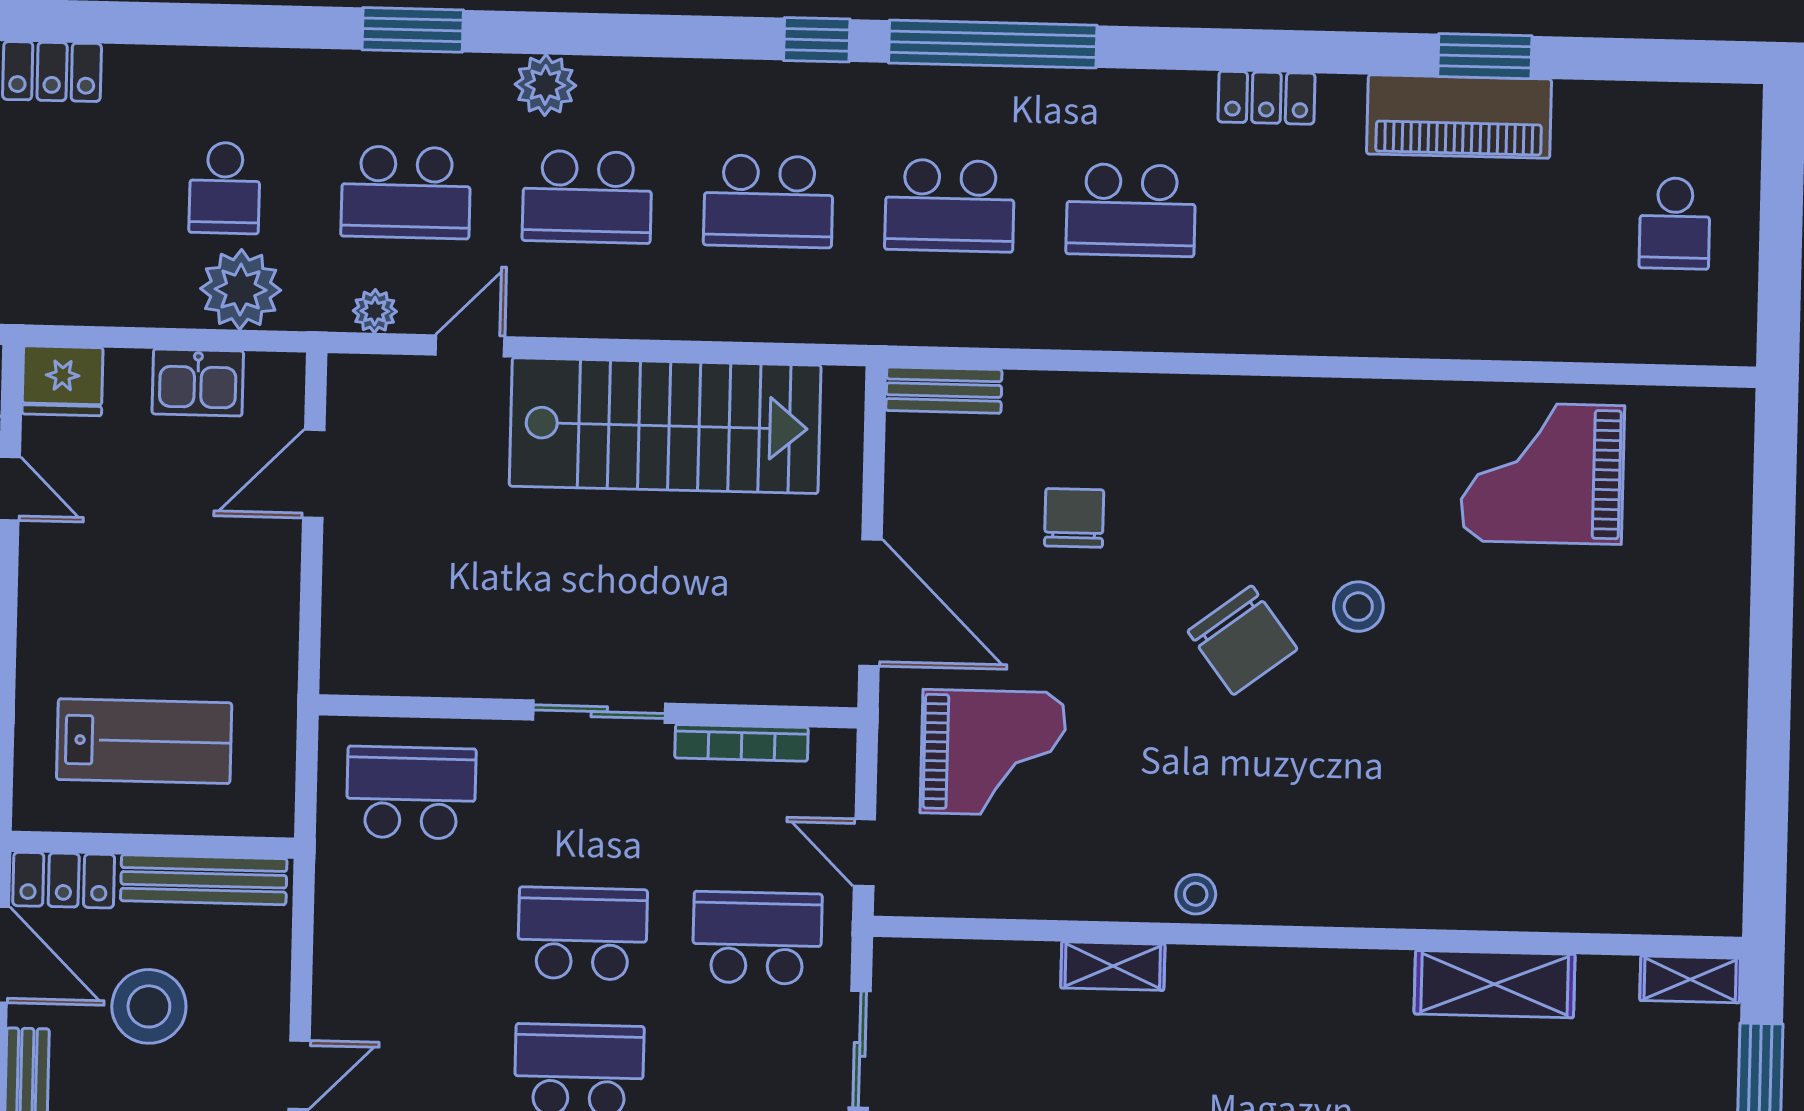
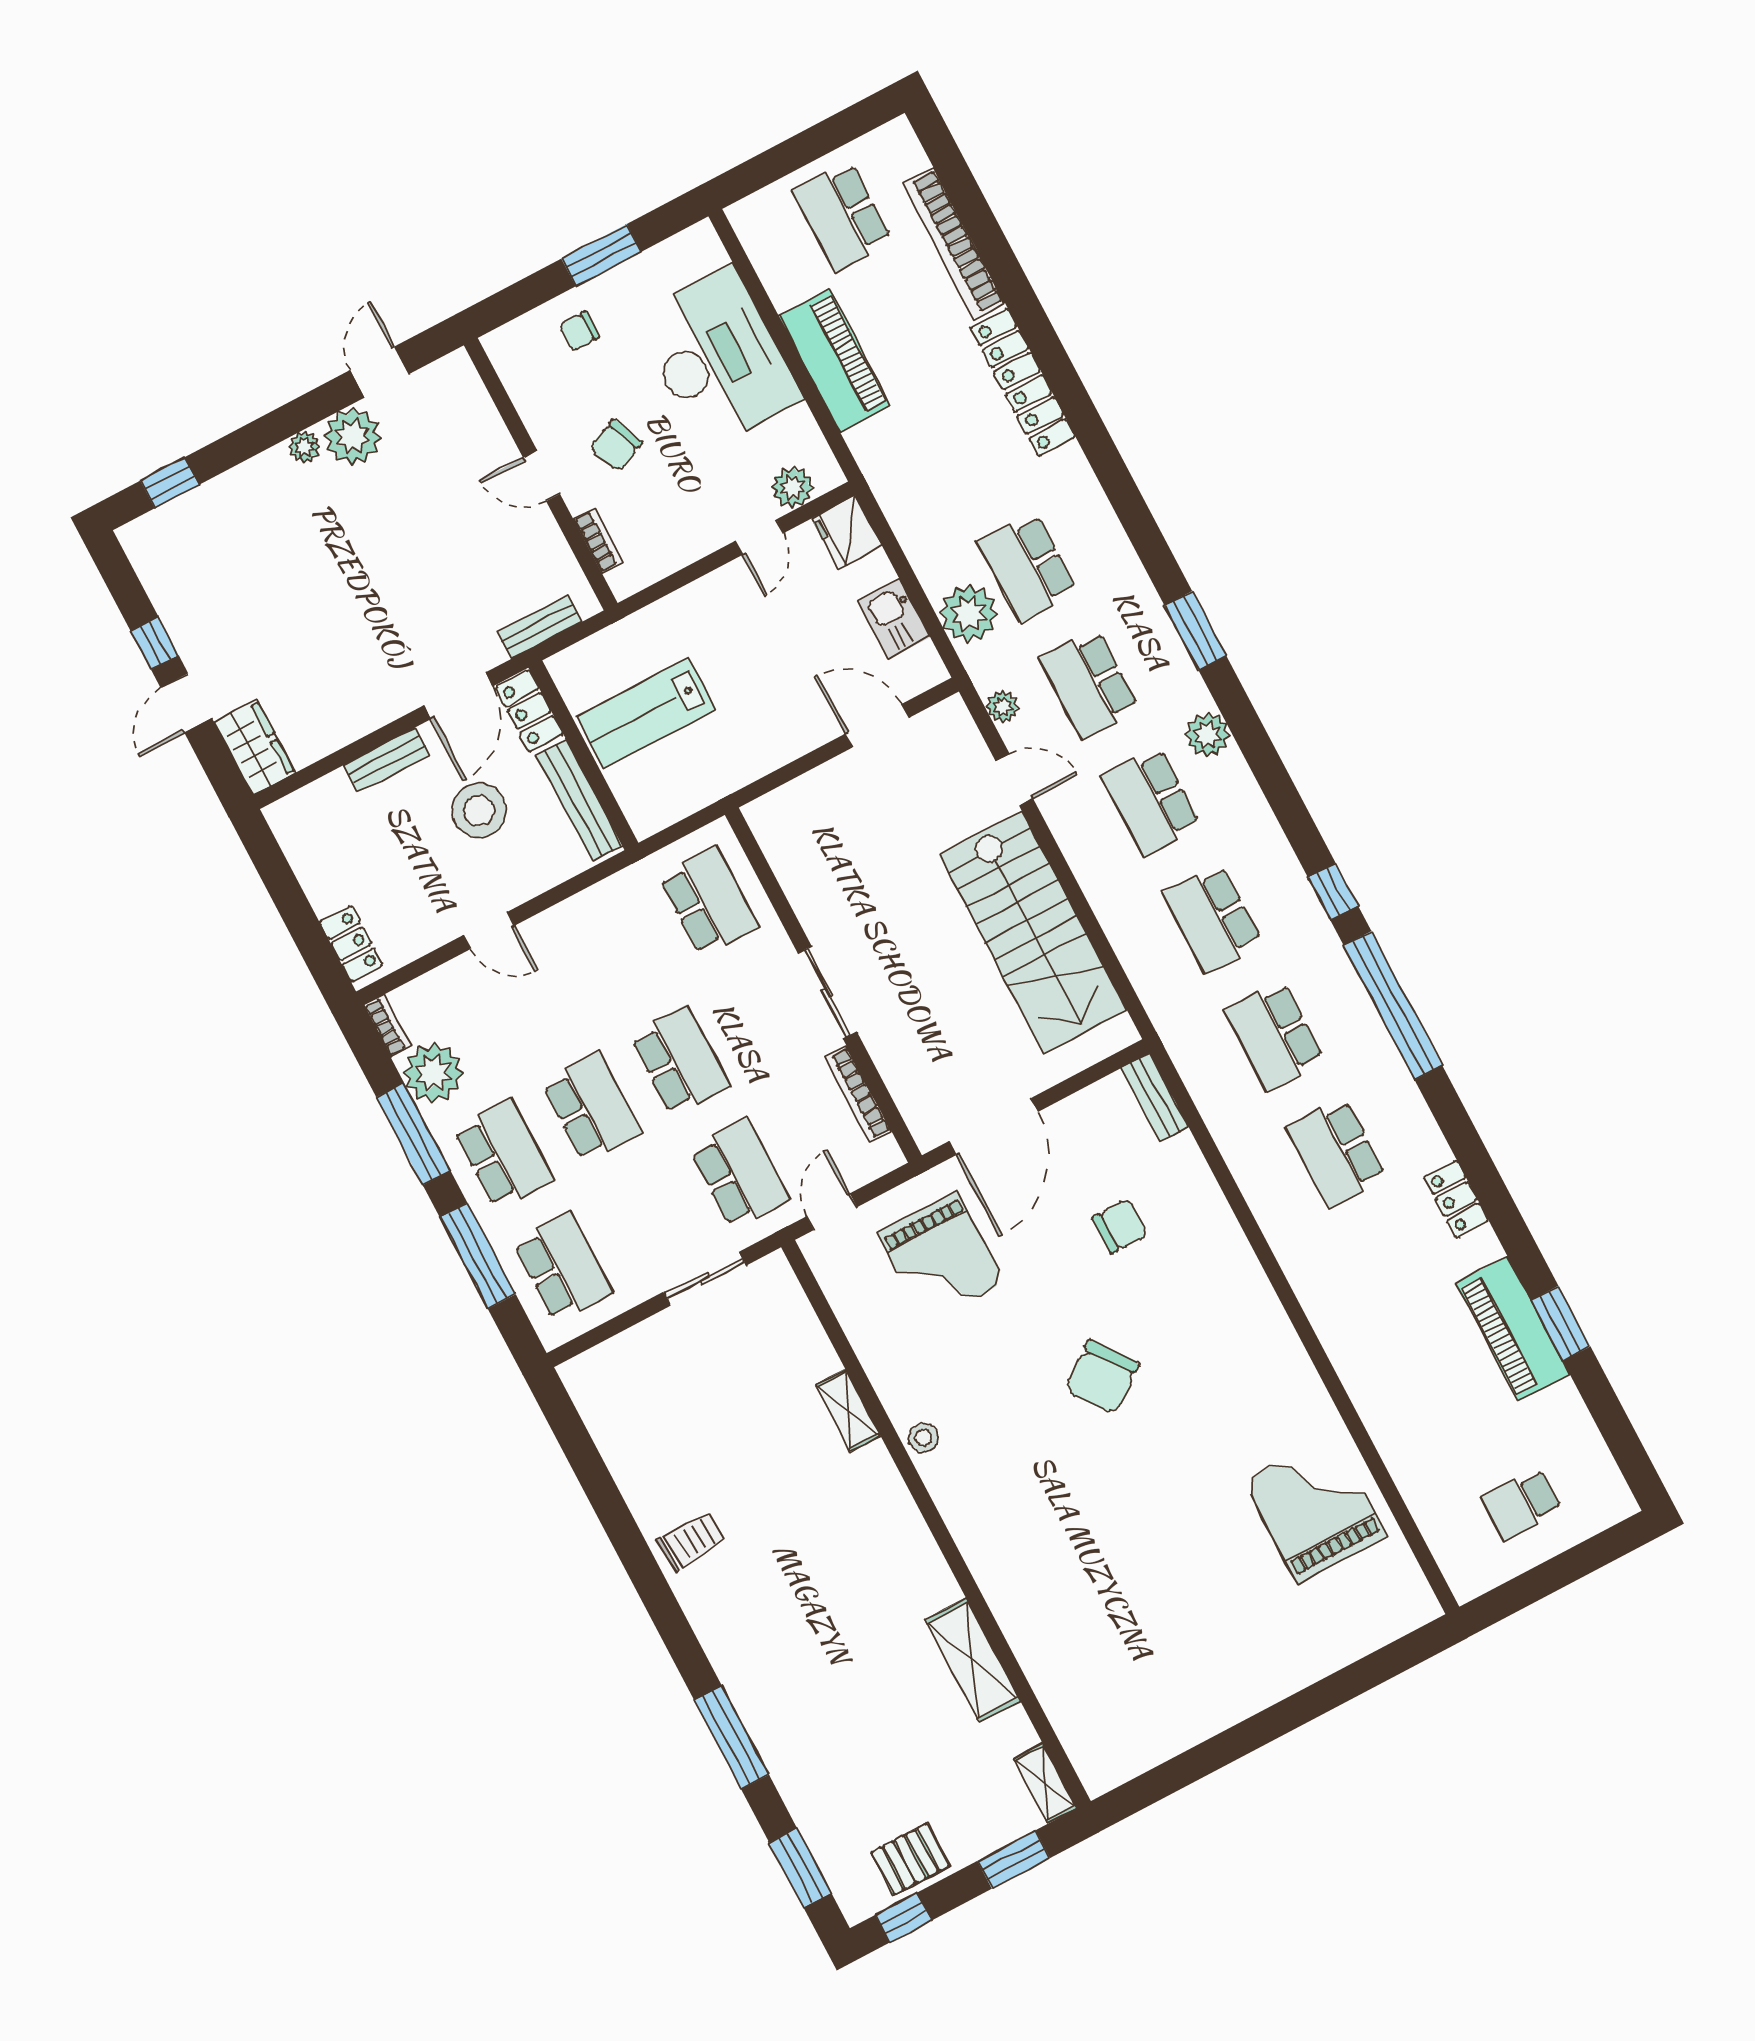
school desk: (225, 188) -> (1028, 567), width x1.85
stool: (1358, 607) -> (1165, 1439), removed
lab bench: (144, 741) -> (646, 713), turned 90

